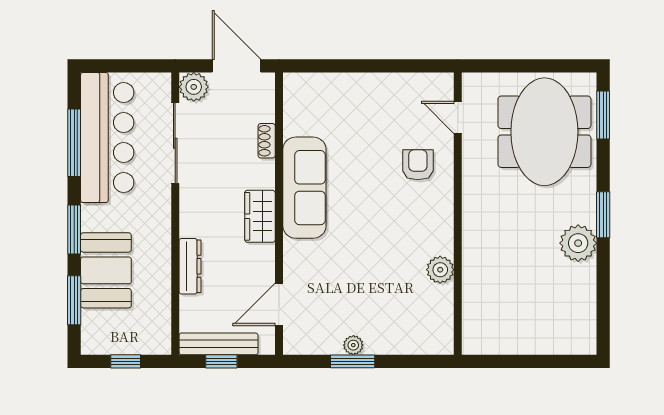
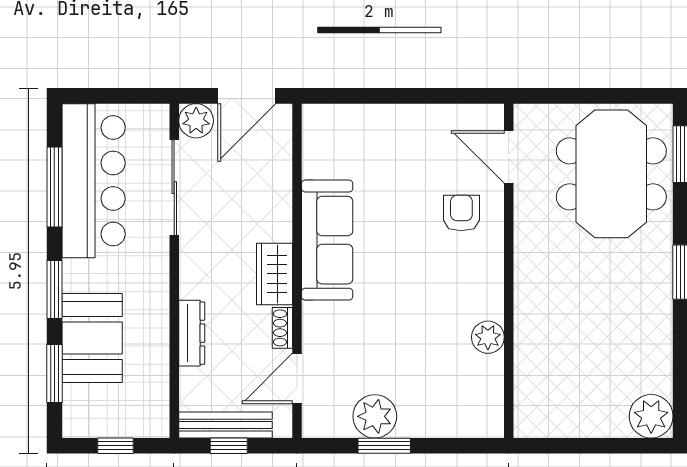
door: (237, 66) -> (247, 96), swing flipped
door: (458, 117) -> (509, 157), width x1.38
shoe rack: (267, 141) -> (282, 328), moved
plant: (578, 243) -> (651, 416), moved
plant: (353, 345) -> (375, 416), width x1.87, depth x1.87

